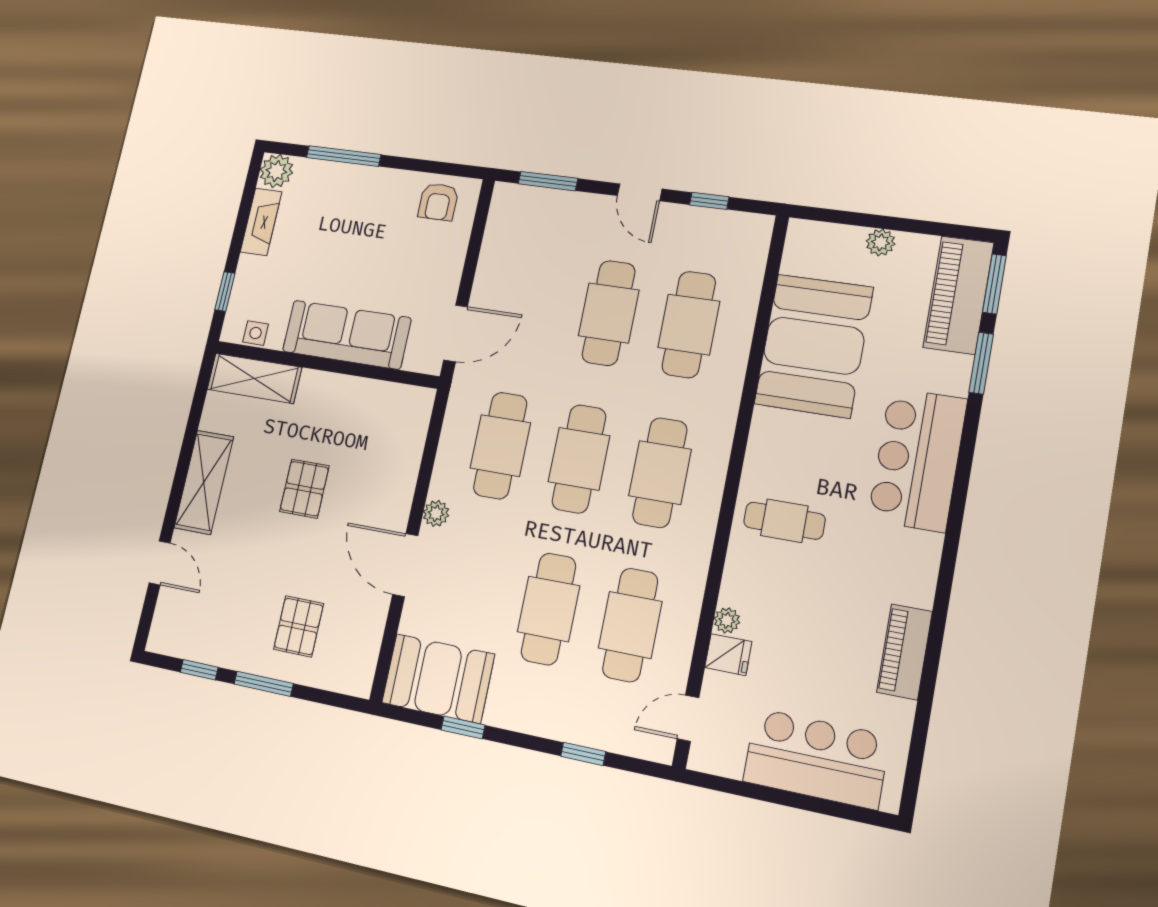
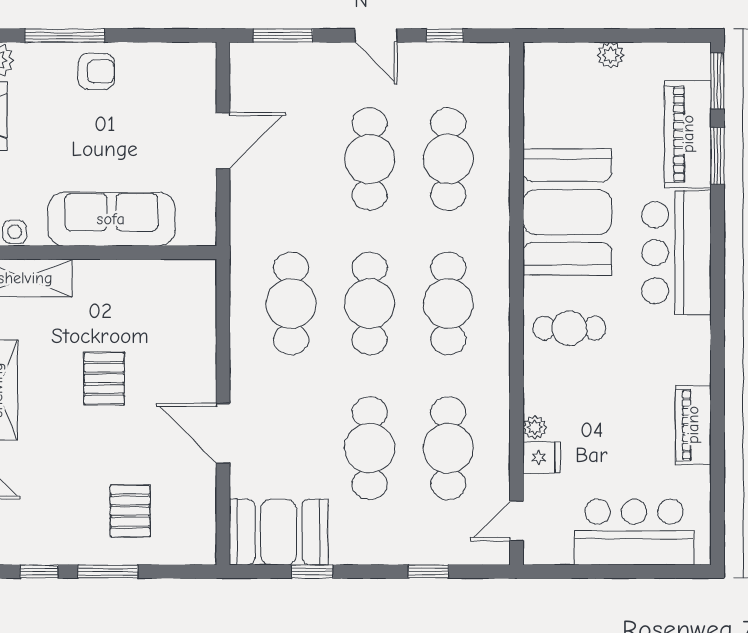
armchair: (438, 202) -> (96, 71), moved, turned -90
piano: (958, 295) -> (688, 134), moved
door: (456, 333) -> (223, 141), moved
booth: (814, 346) -> (567, 212), moved
plant: (436, 513) -> (242, 379), removed

